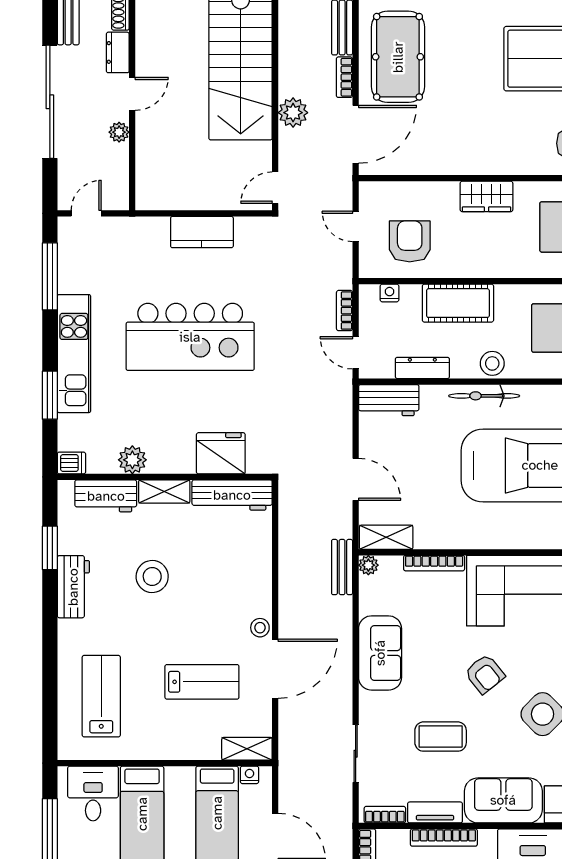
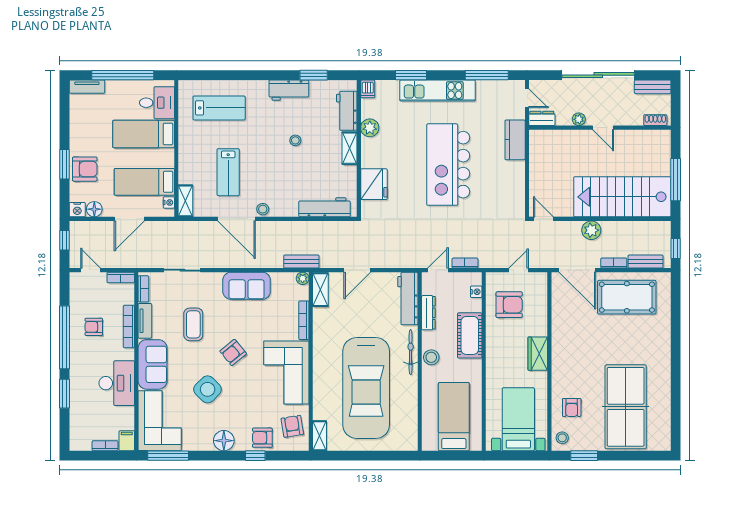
dresser: (118, 52) -> (542, 118), moved
kitchen counter: (202, 232) -> (515, 140), moved
workbench: (389, 400) -> (408, 299), width x1.38
workbench: (232, 495) -> (324, 207), moved, turned 90
stool: (152, 577) -> (295, 140), width x0.53, depth x0.53

